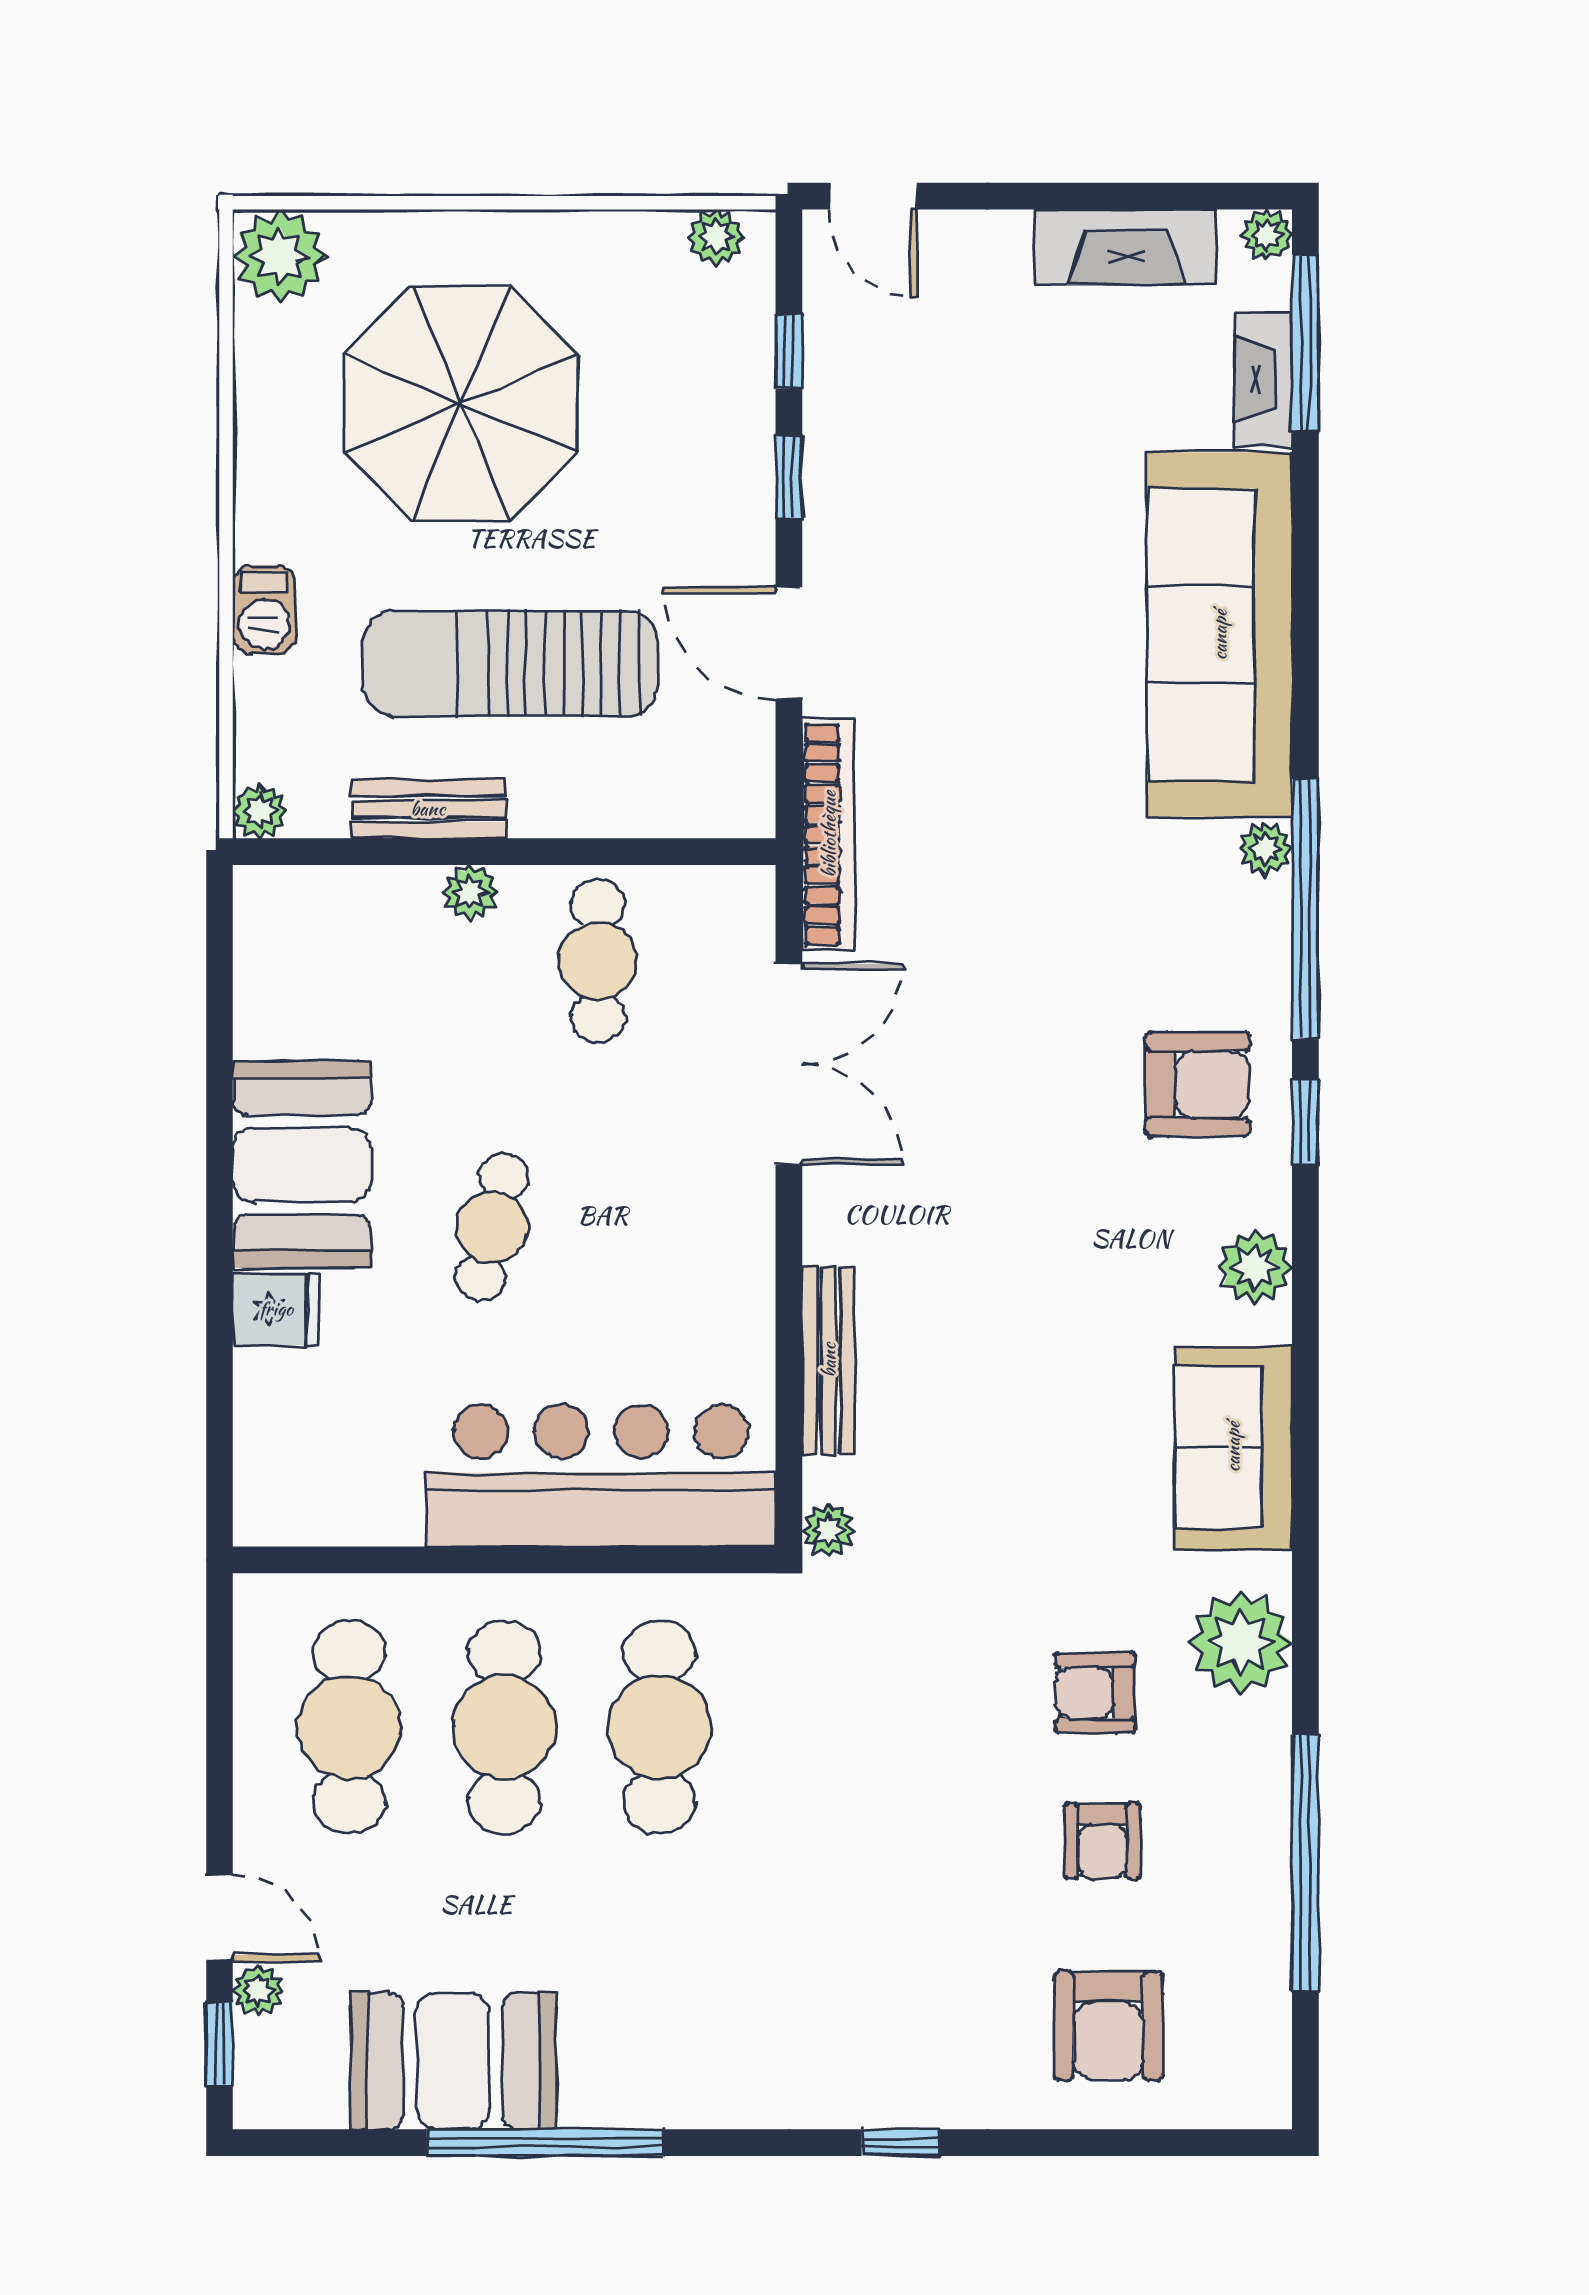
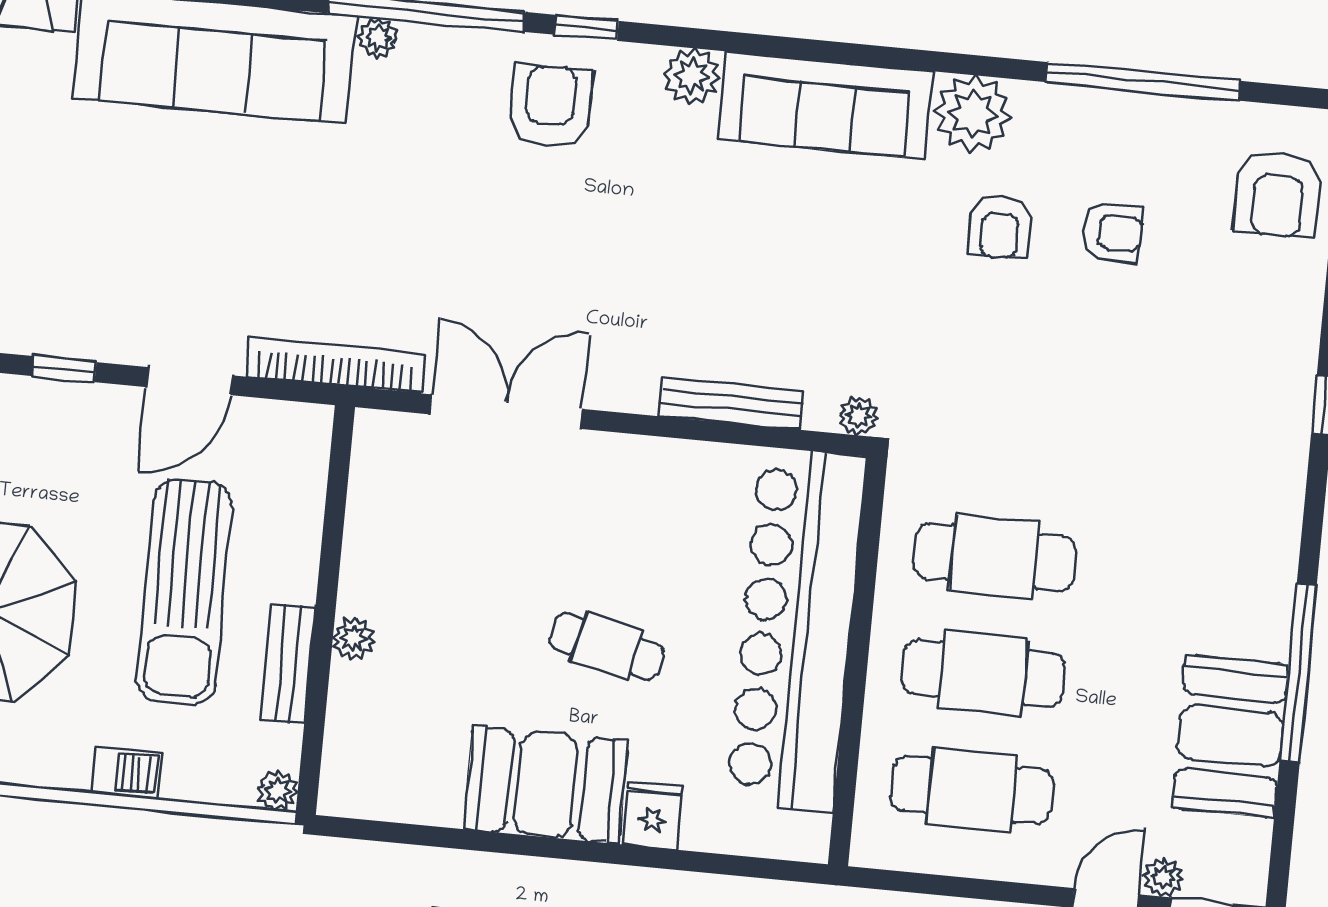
cafe table: (598, 961) -> (414, 548), removed
sofa: (1233, 1447) -> (826, 105), width x1.36
bar counter: (601, 1476) -> (797, 630), width x1.36
armchair: (1108, 2026) -> (1278, 194), moved, turned 90

